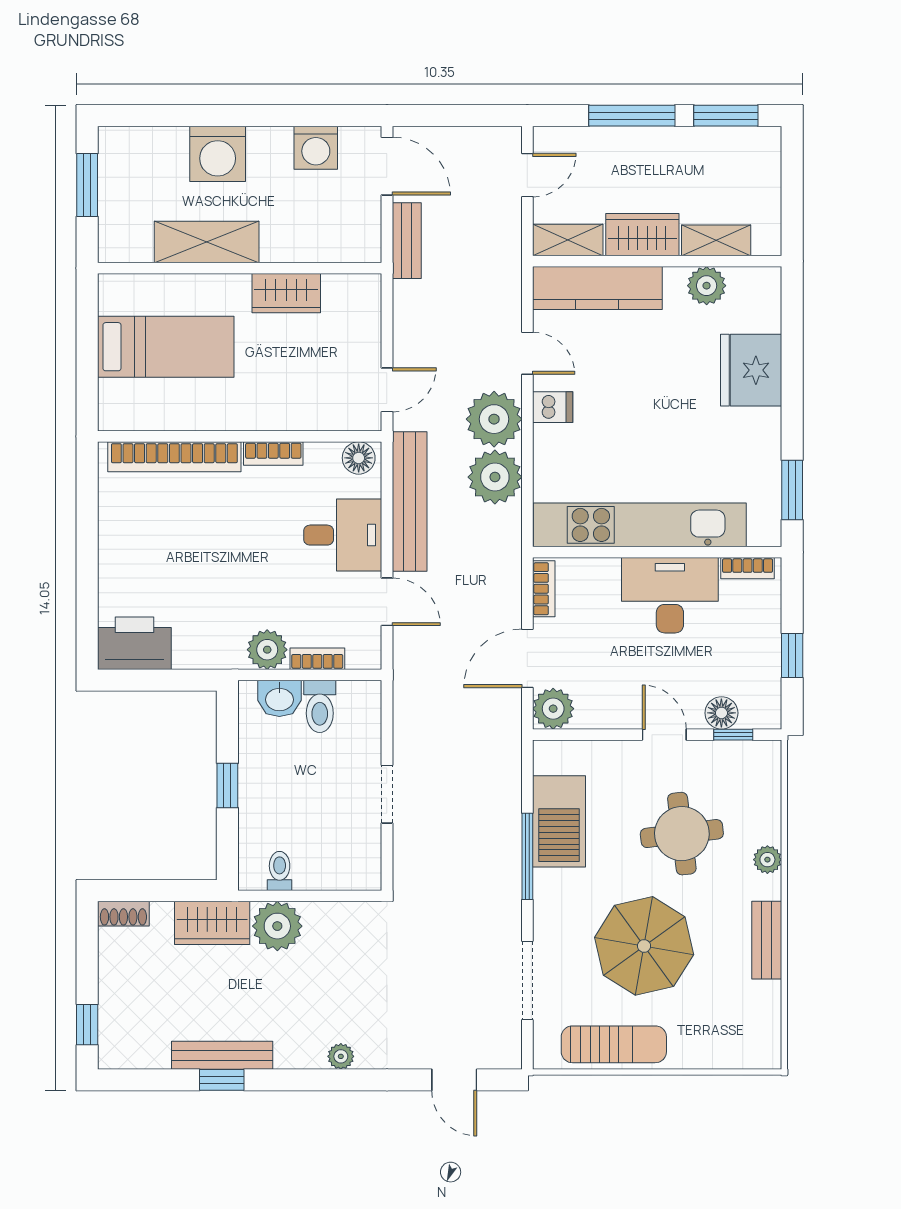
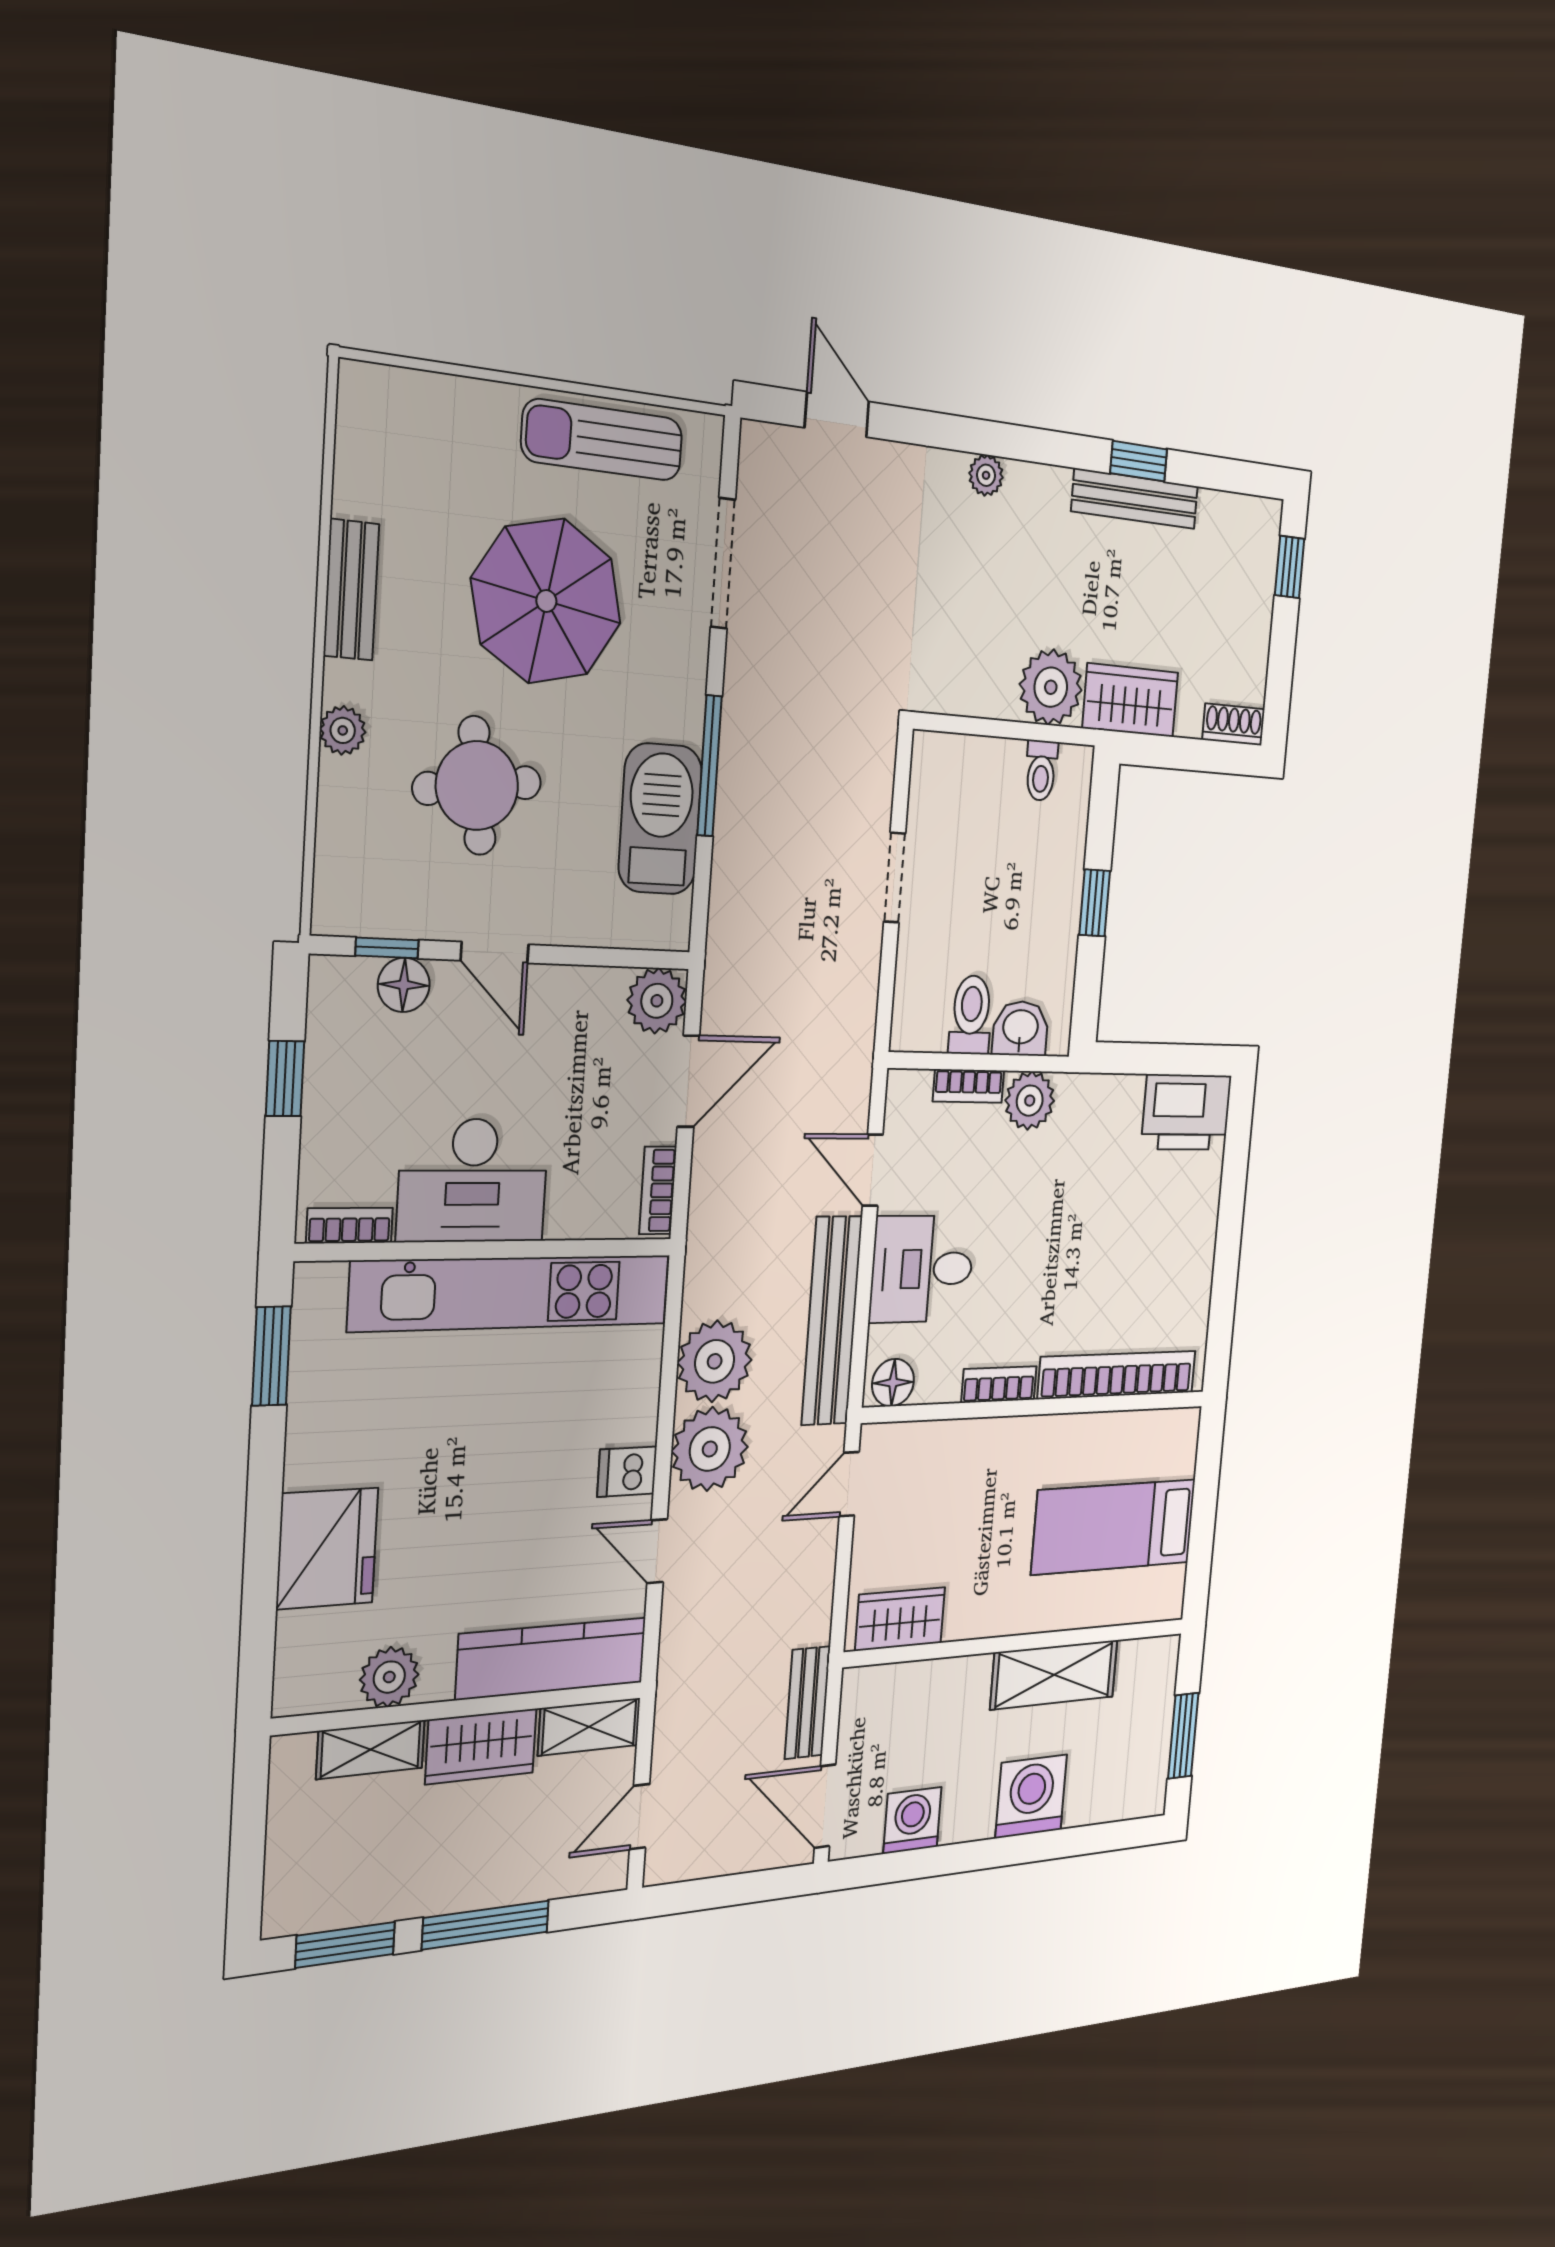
wardrobe: (286, 293) -> (900, 1619), moved

